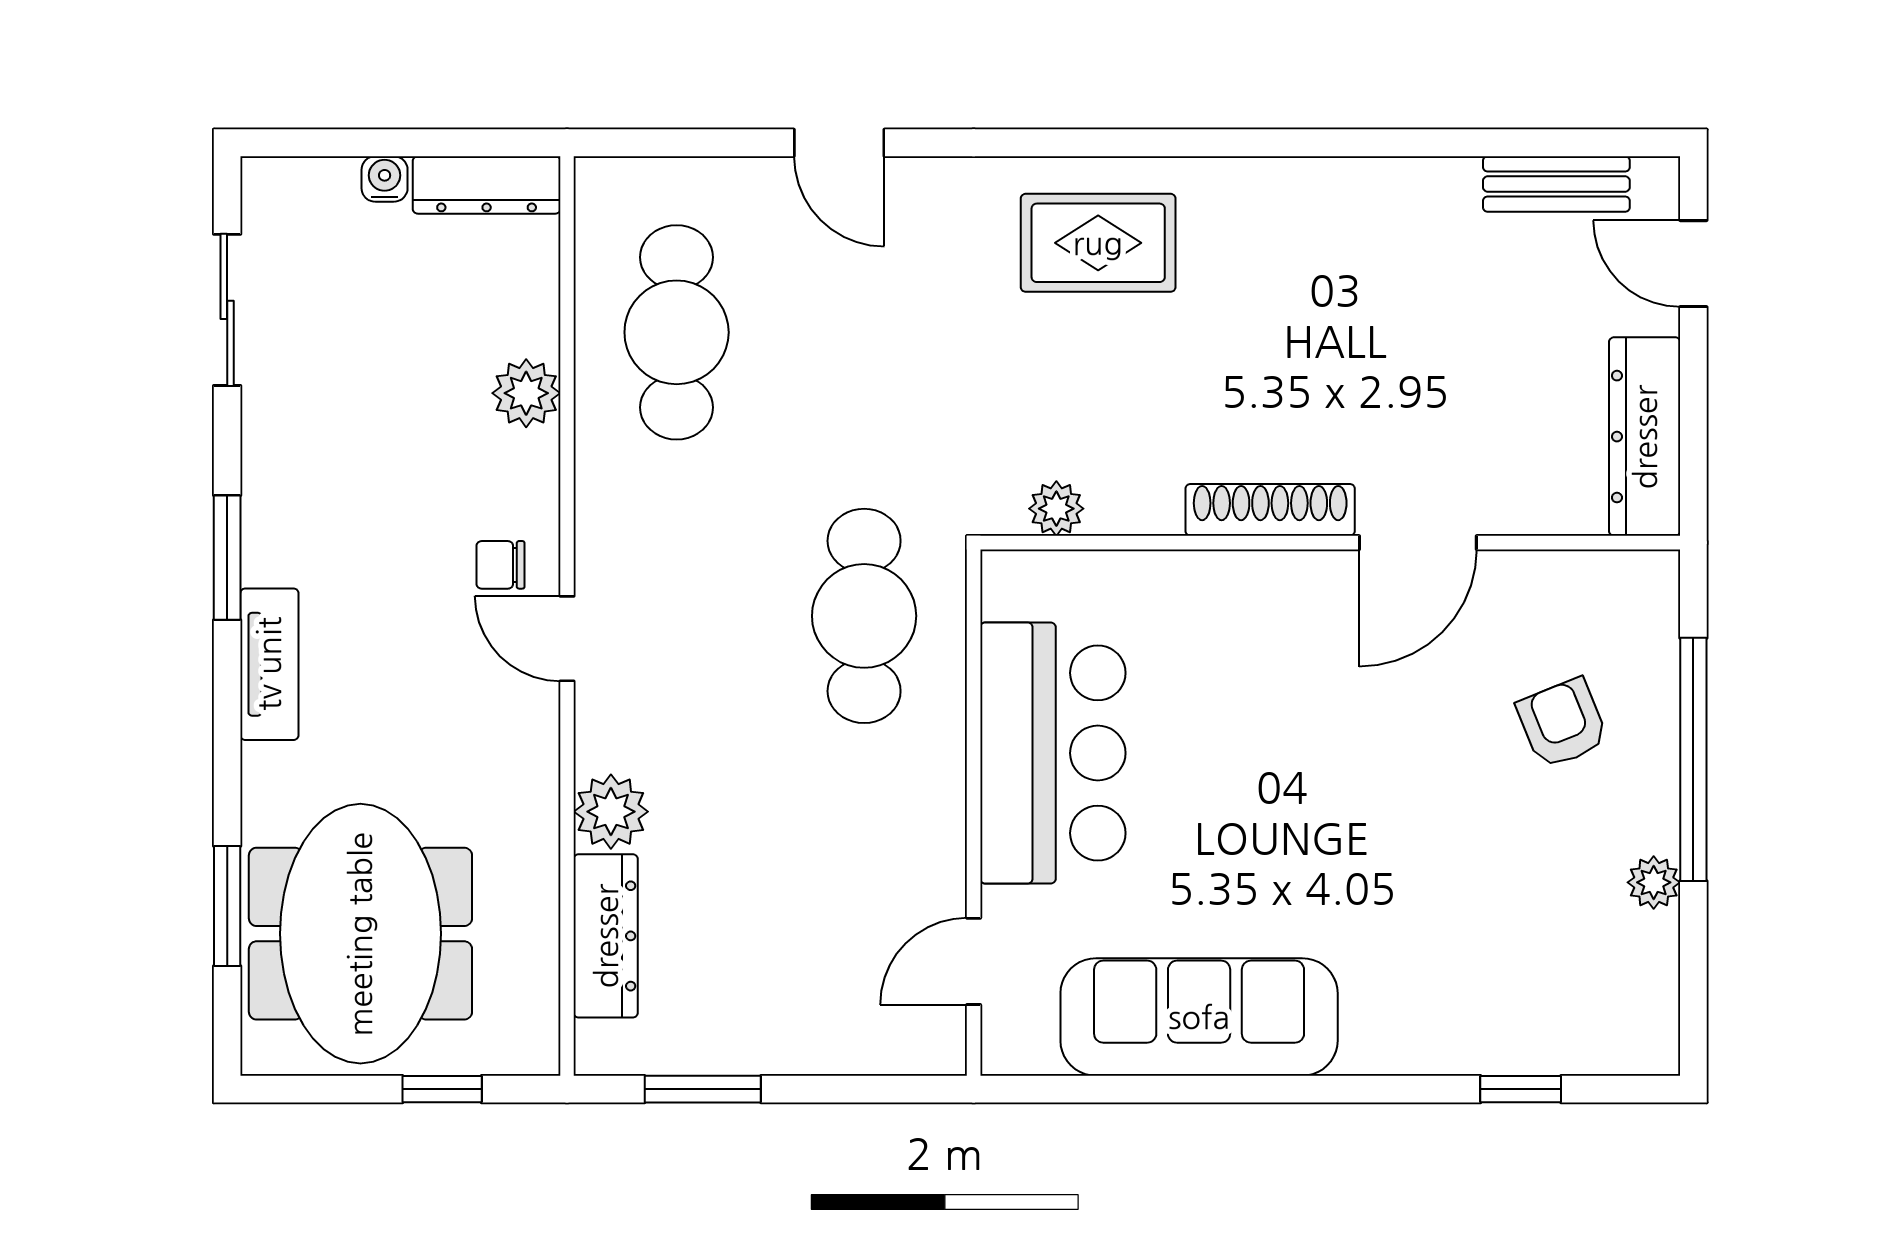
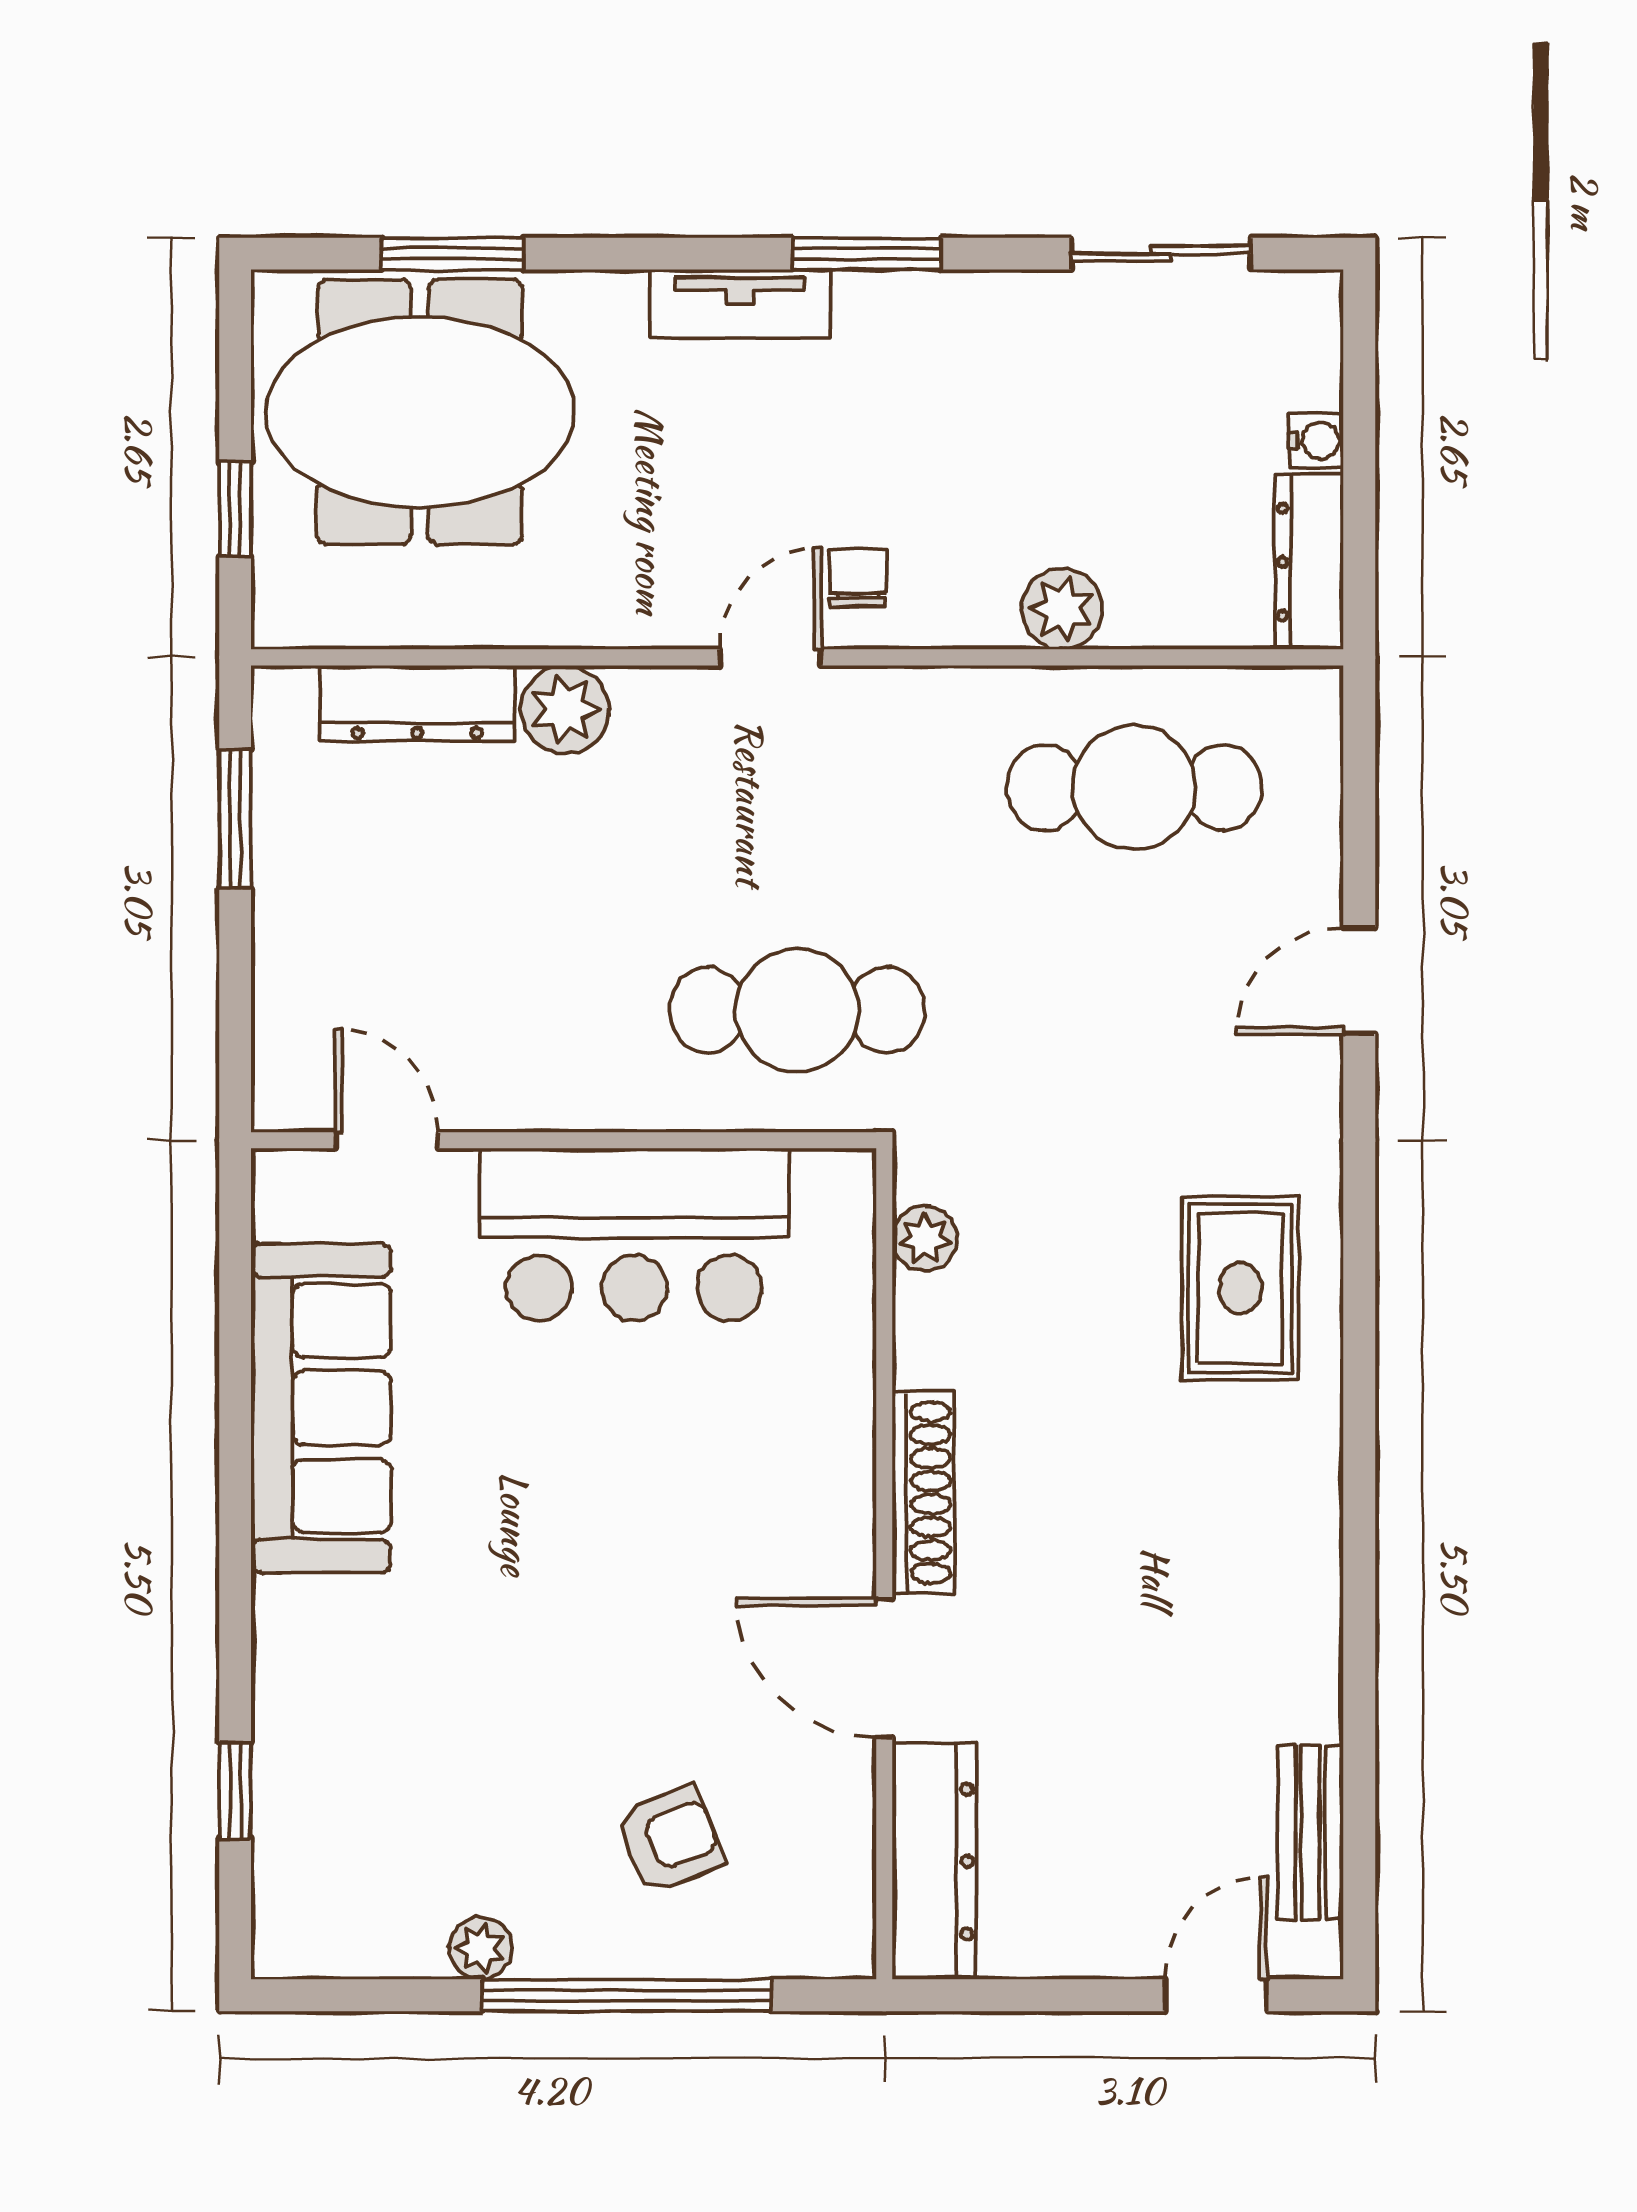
dresser: (1645, 437) -> (934, 1861), moved, turned 90

